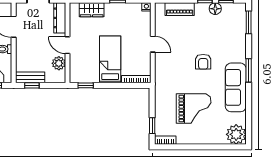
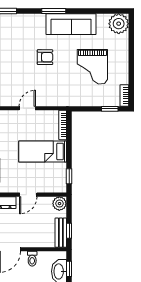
plant: (59, 63) -> (59, 204), moved
grand piano: (194, 109) -> (92, 67), turned 180

